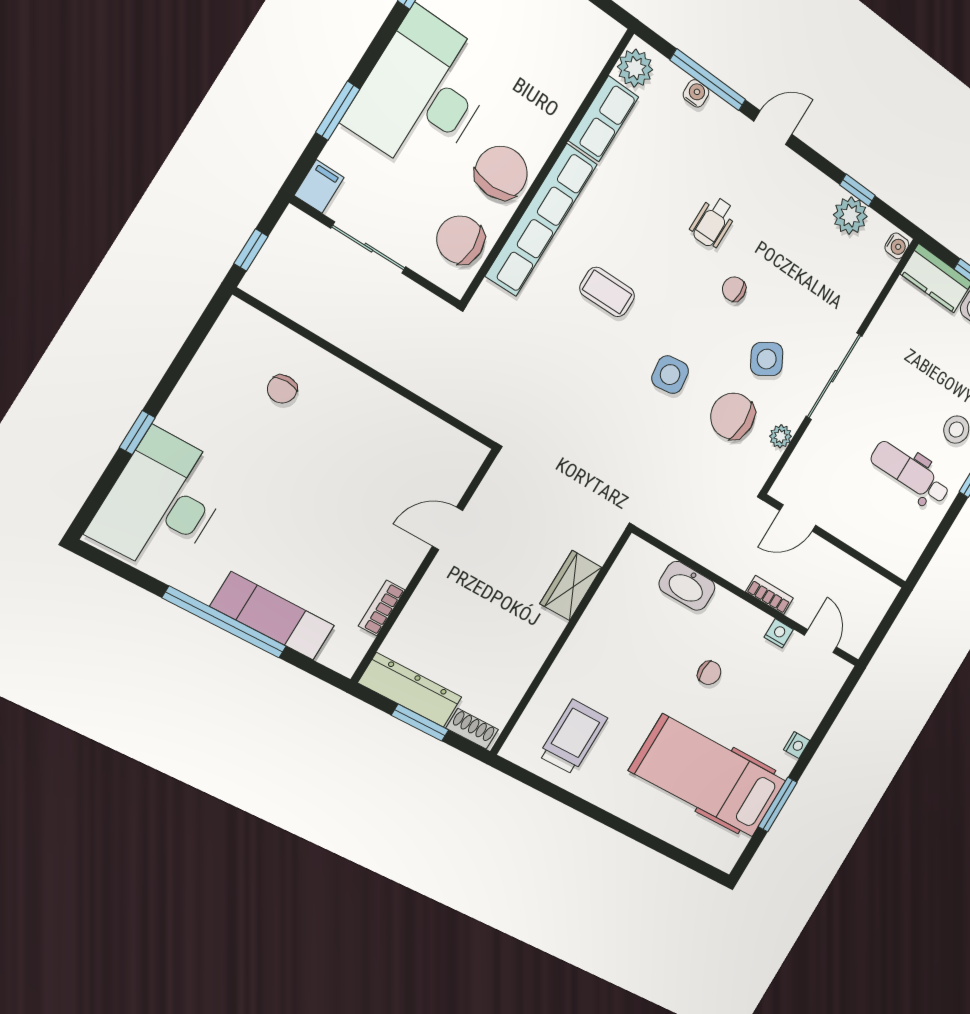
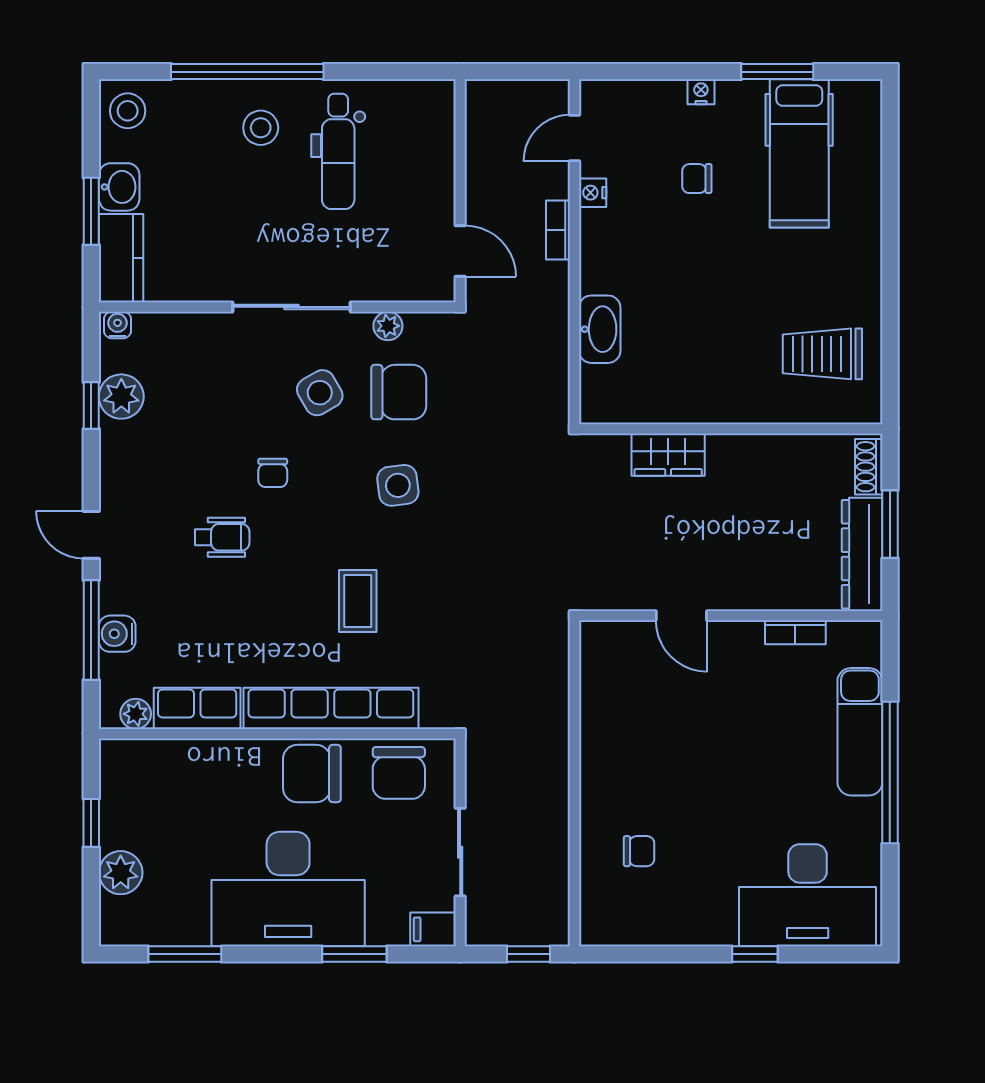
plant: (635, 68) -> (136, 714), width x0.73, depth x0.73
water cooler: (696, 93) -> (117, 634), width x1.38, depth x1.38
chair: (733, 416) -> (399, 392), turned -90
chair: (709, 673) -> (697, 179), moved, turned -90
hospital bed: (708, 776) -> (799, 153), width x0.73, depth x0.78

